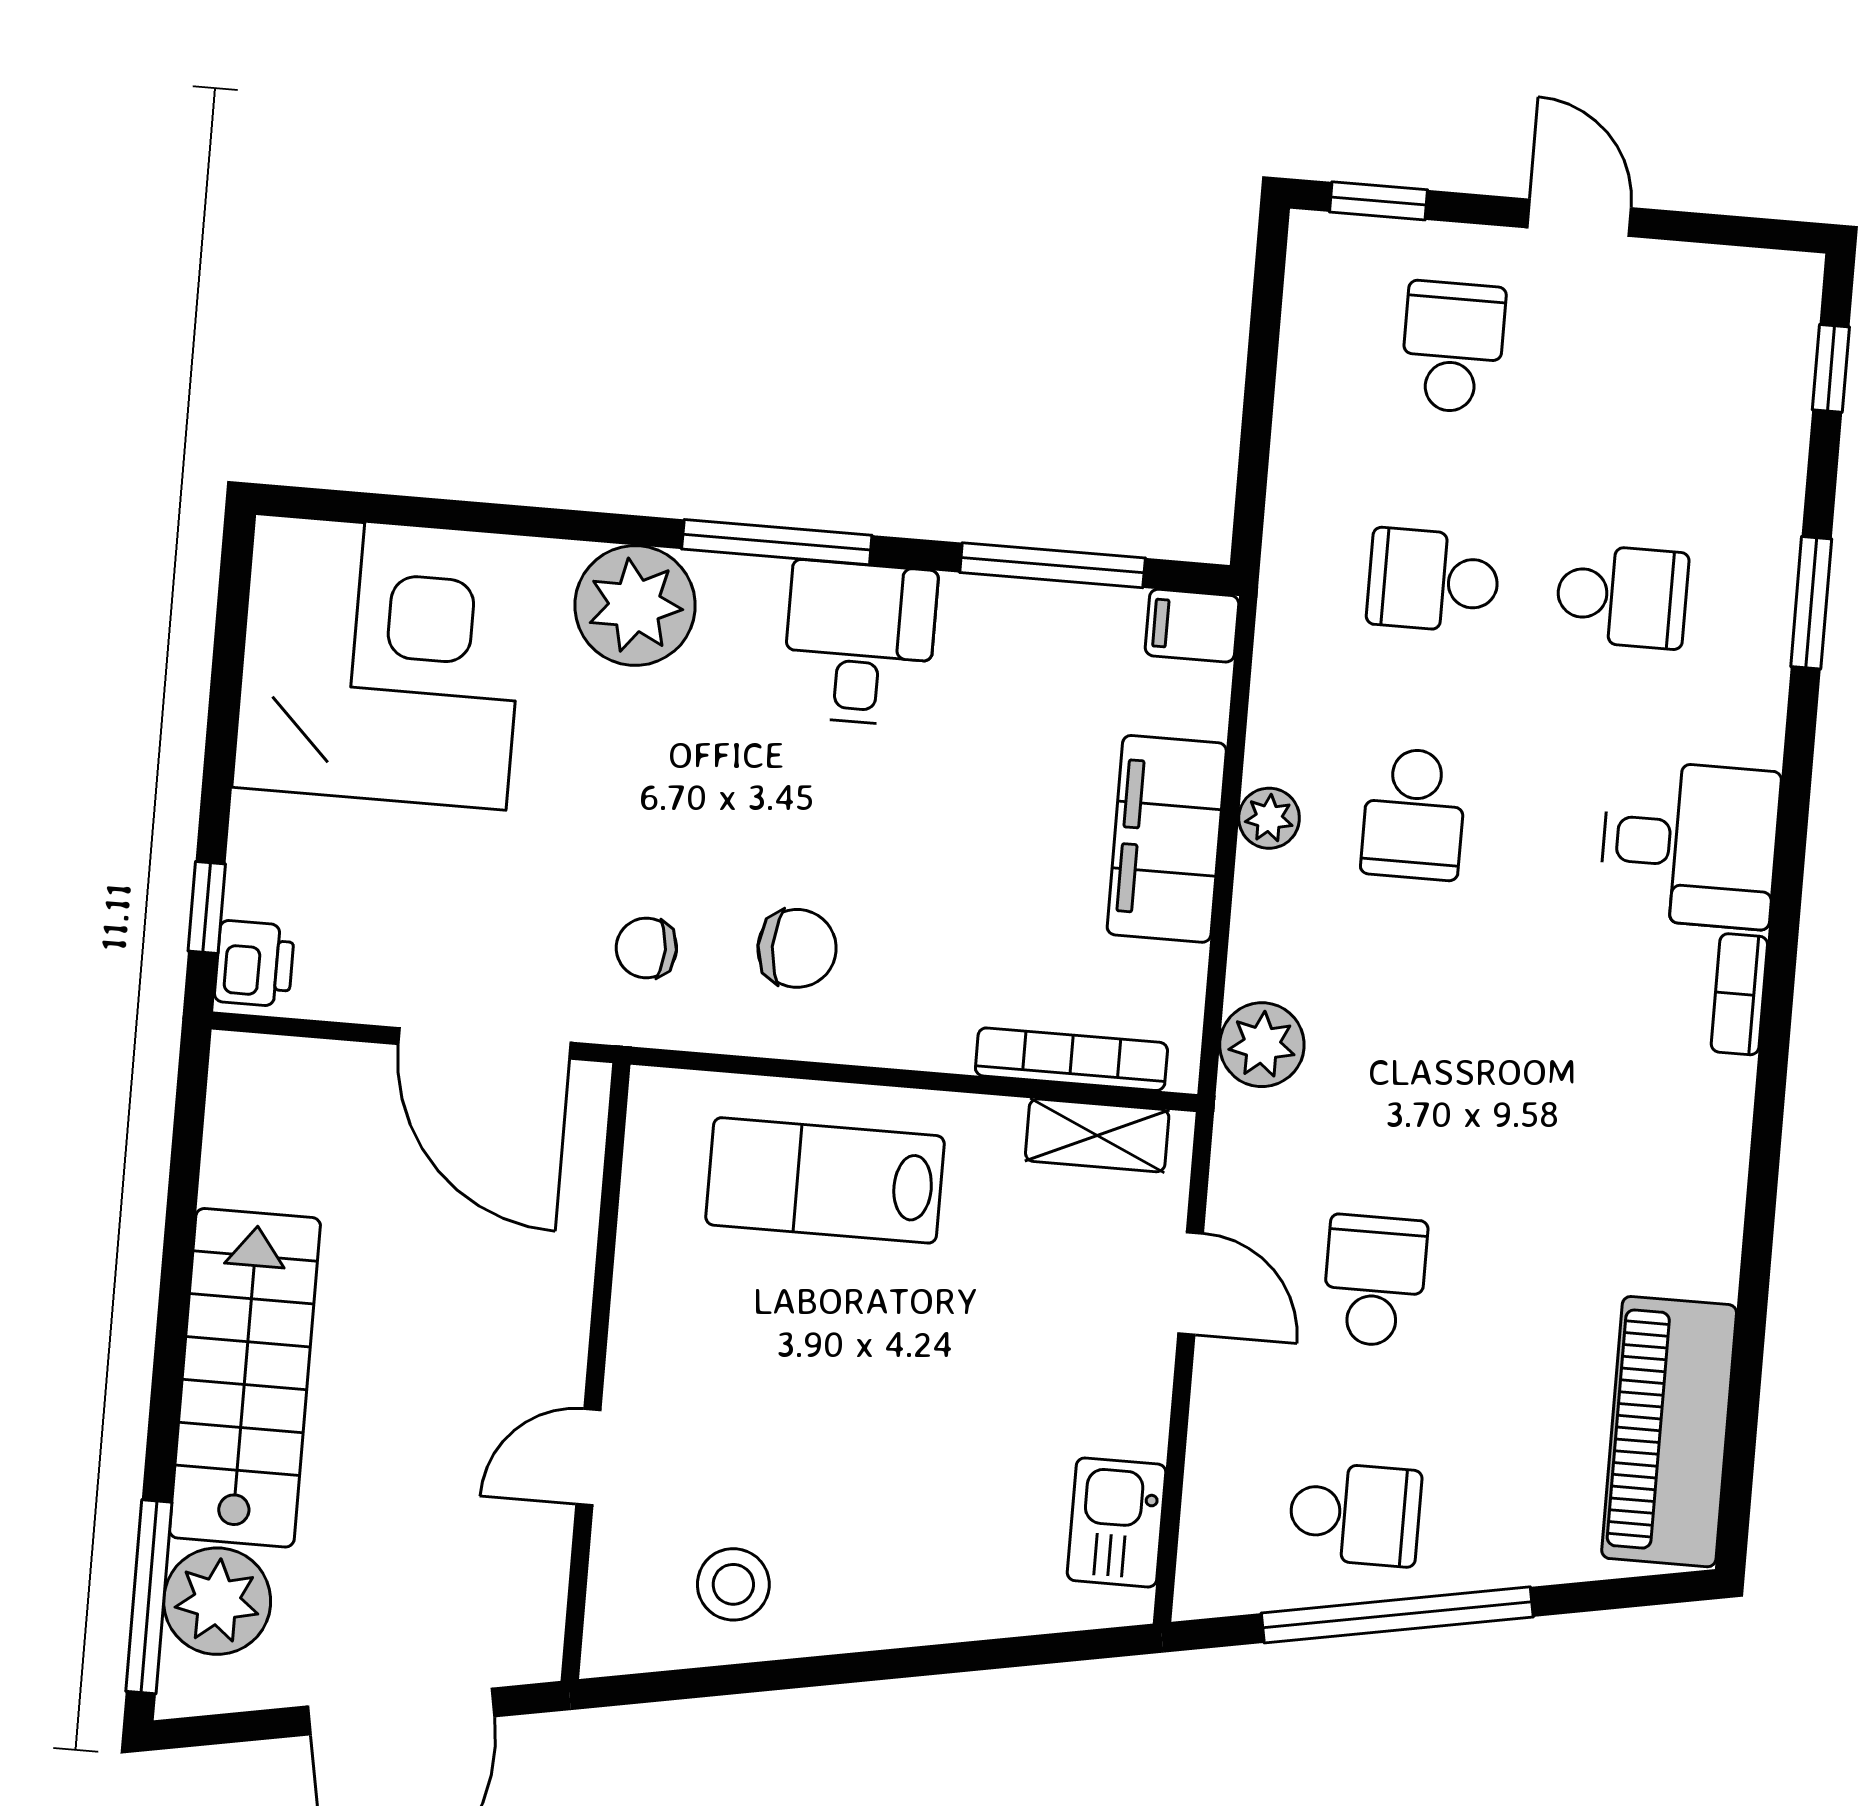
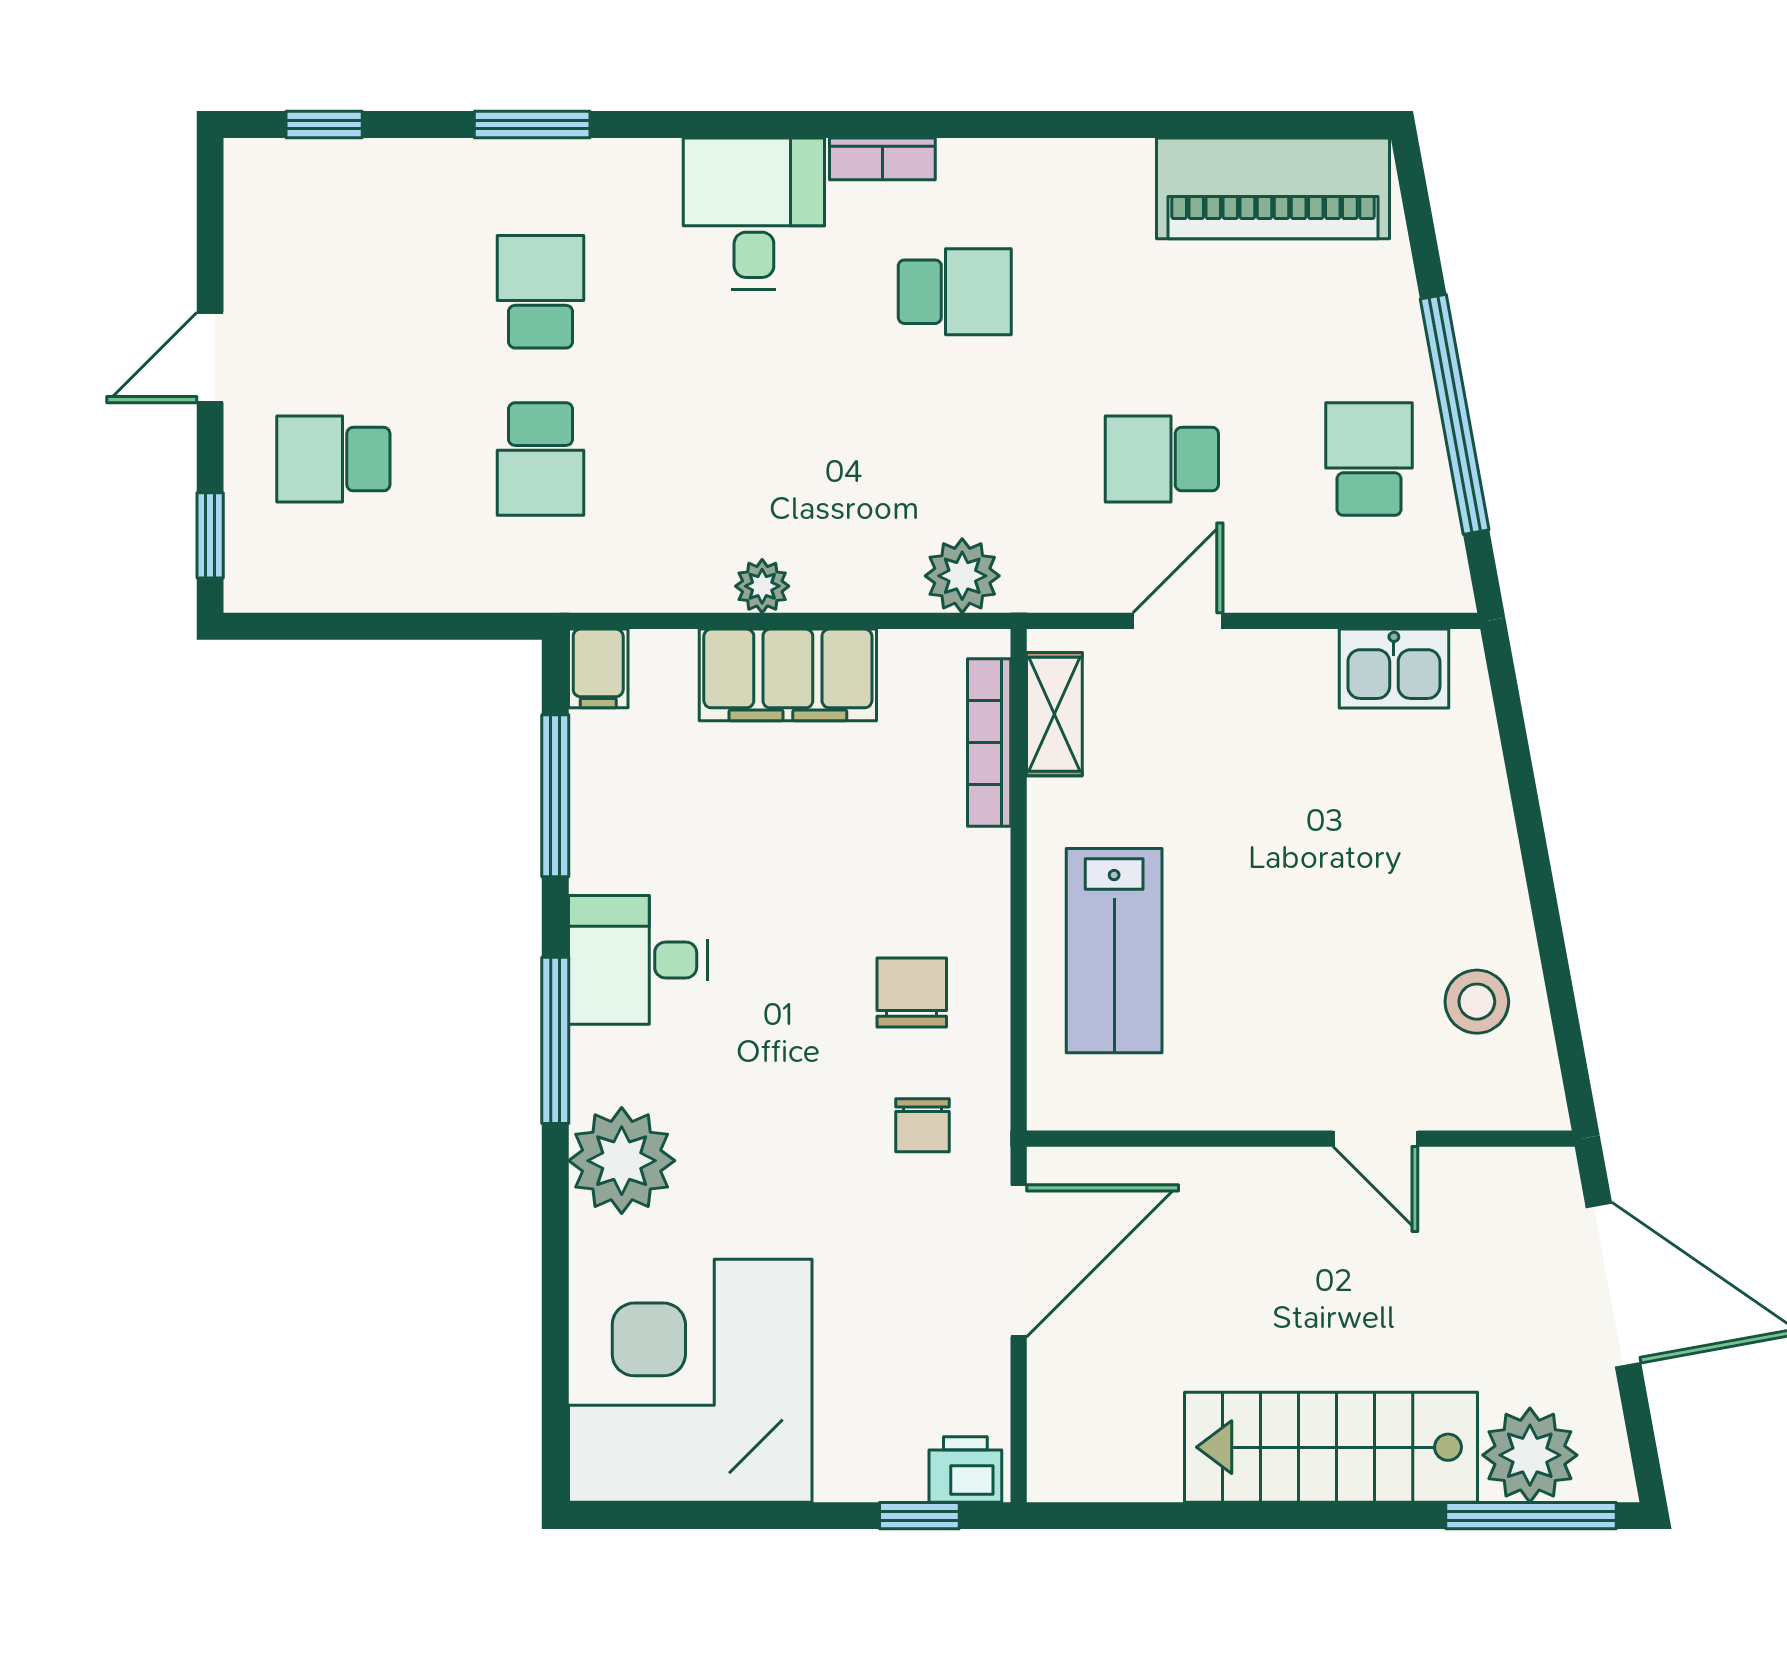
school desk: (1414, 814) -> (955, 292), moved

